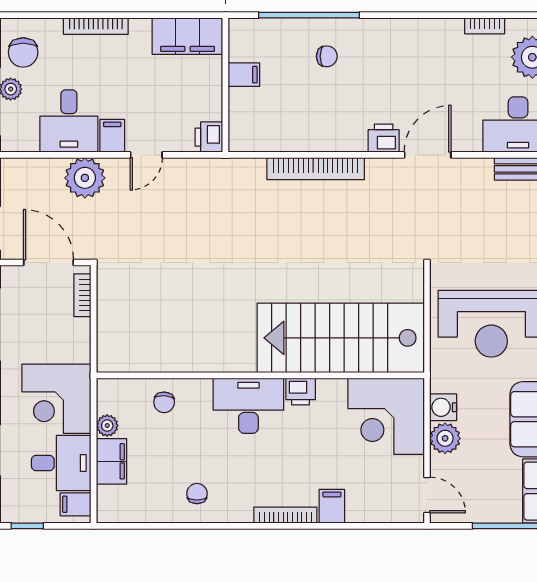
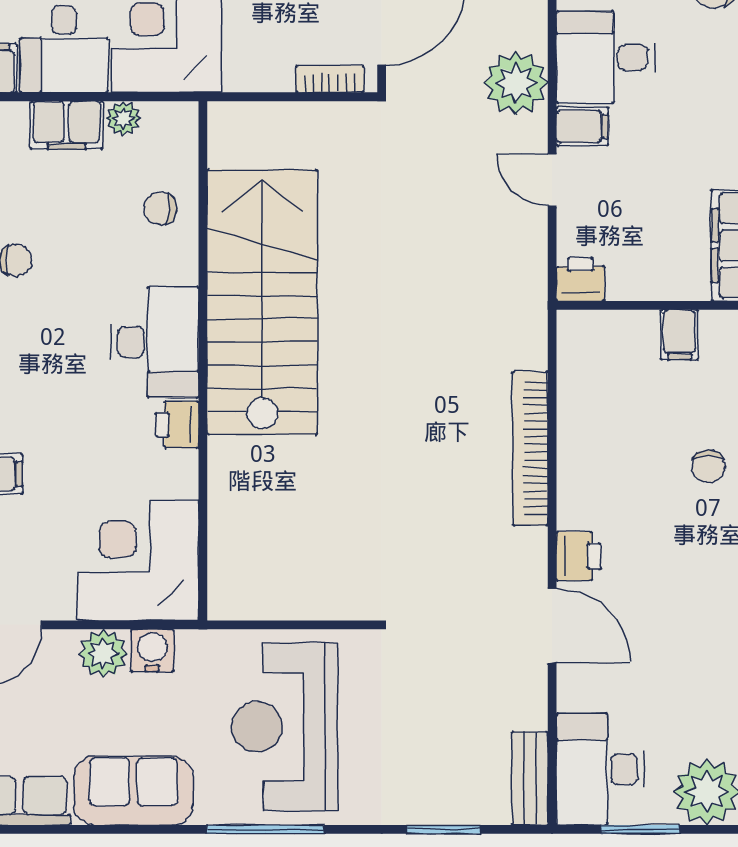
stairs: (341, 338) -> (262, 302), moved

